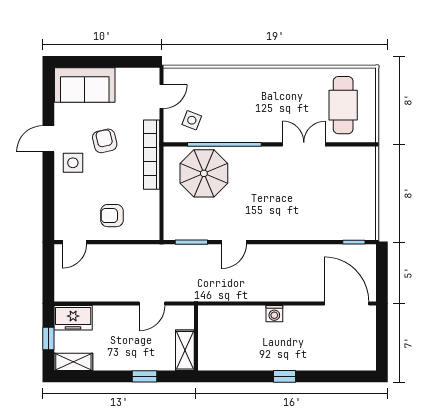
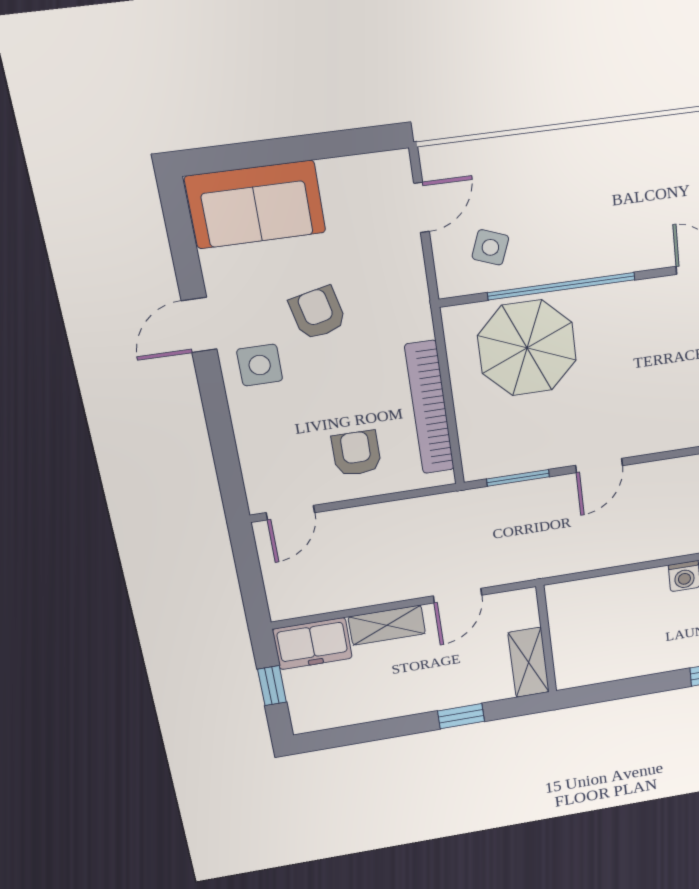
bookcase: (152, 155) -> (430, 408), moved
armchair: (112, 216) -> (356, 453), turned 90
shelving: (73, 362) -> (387, 625), moved

